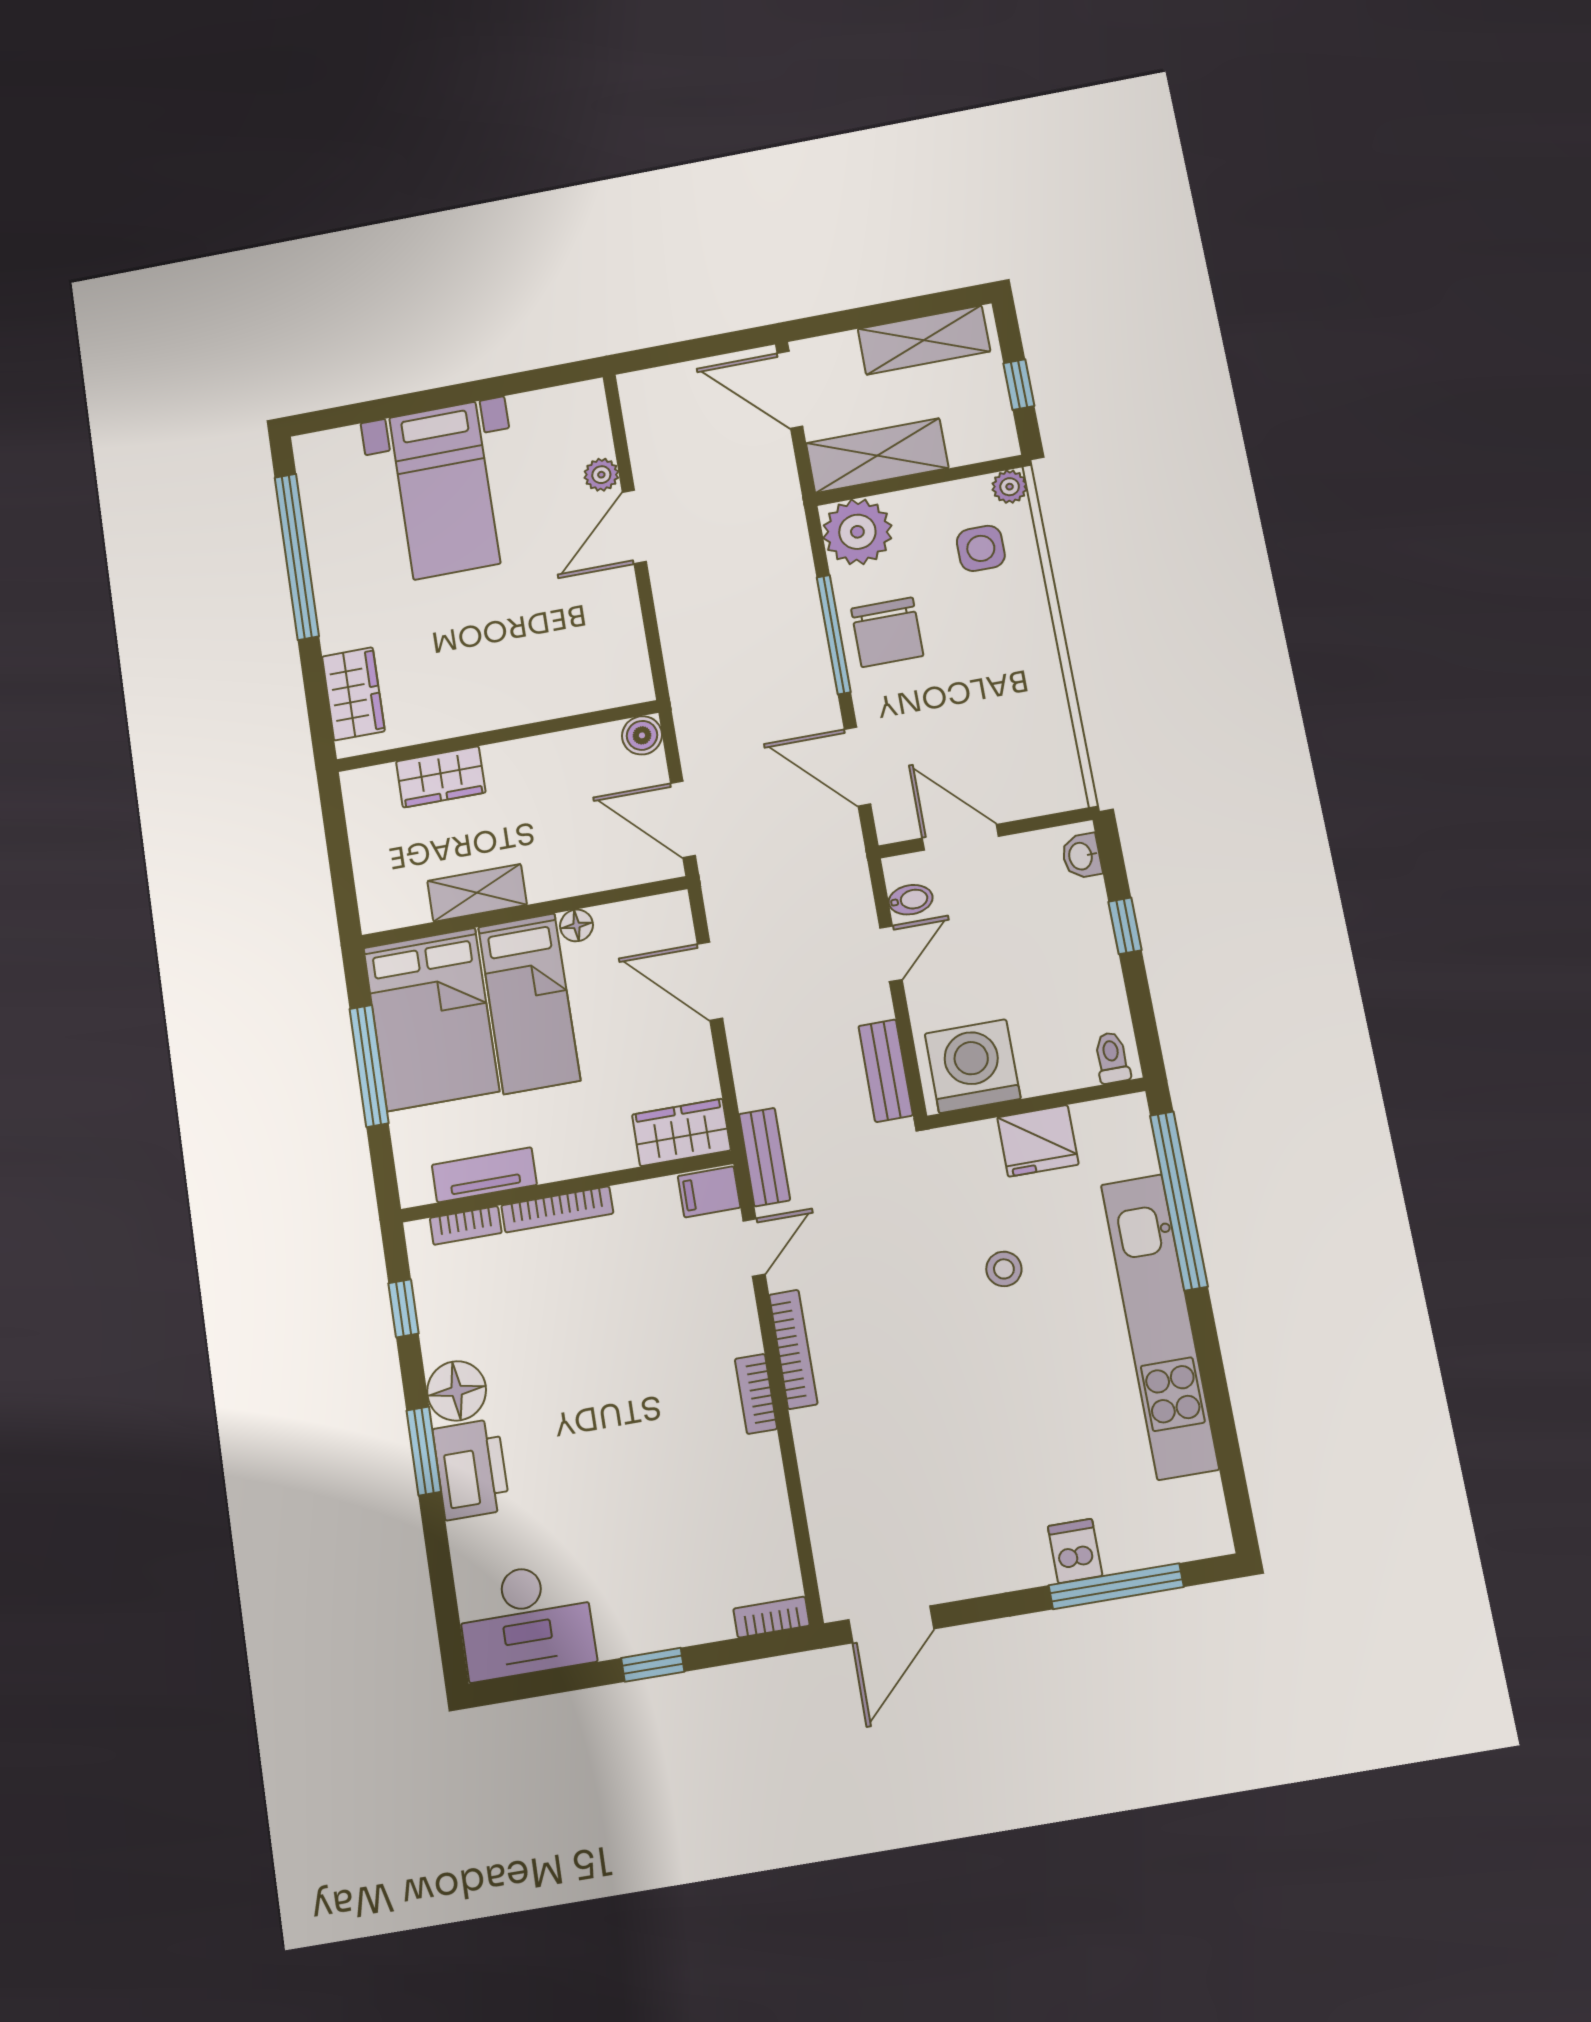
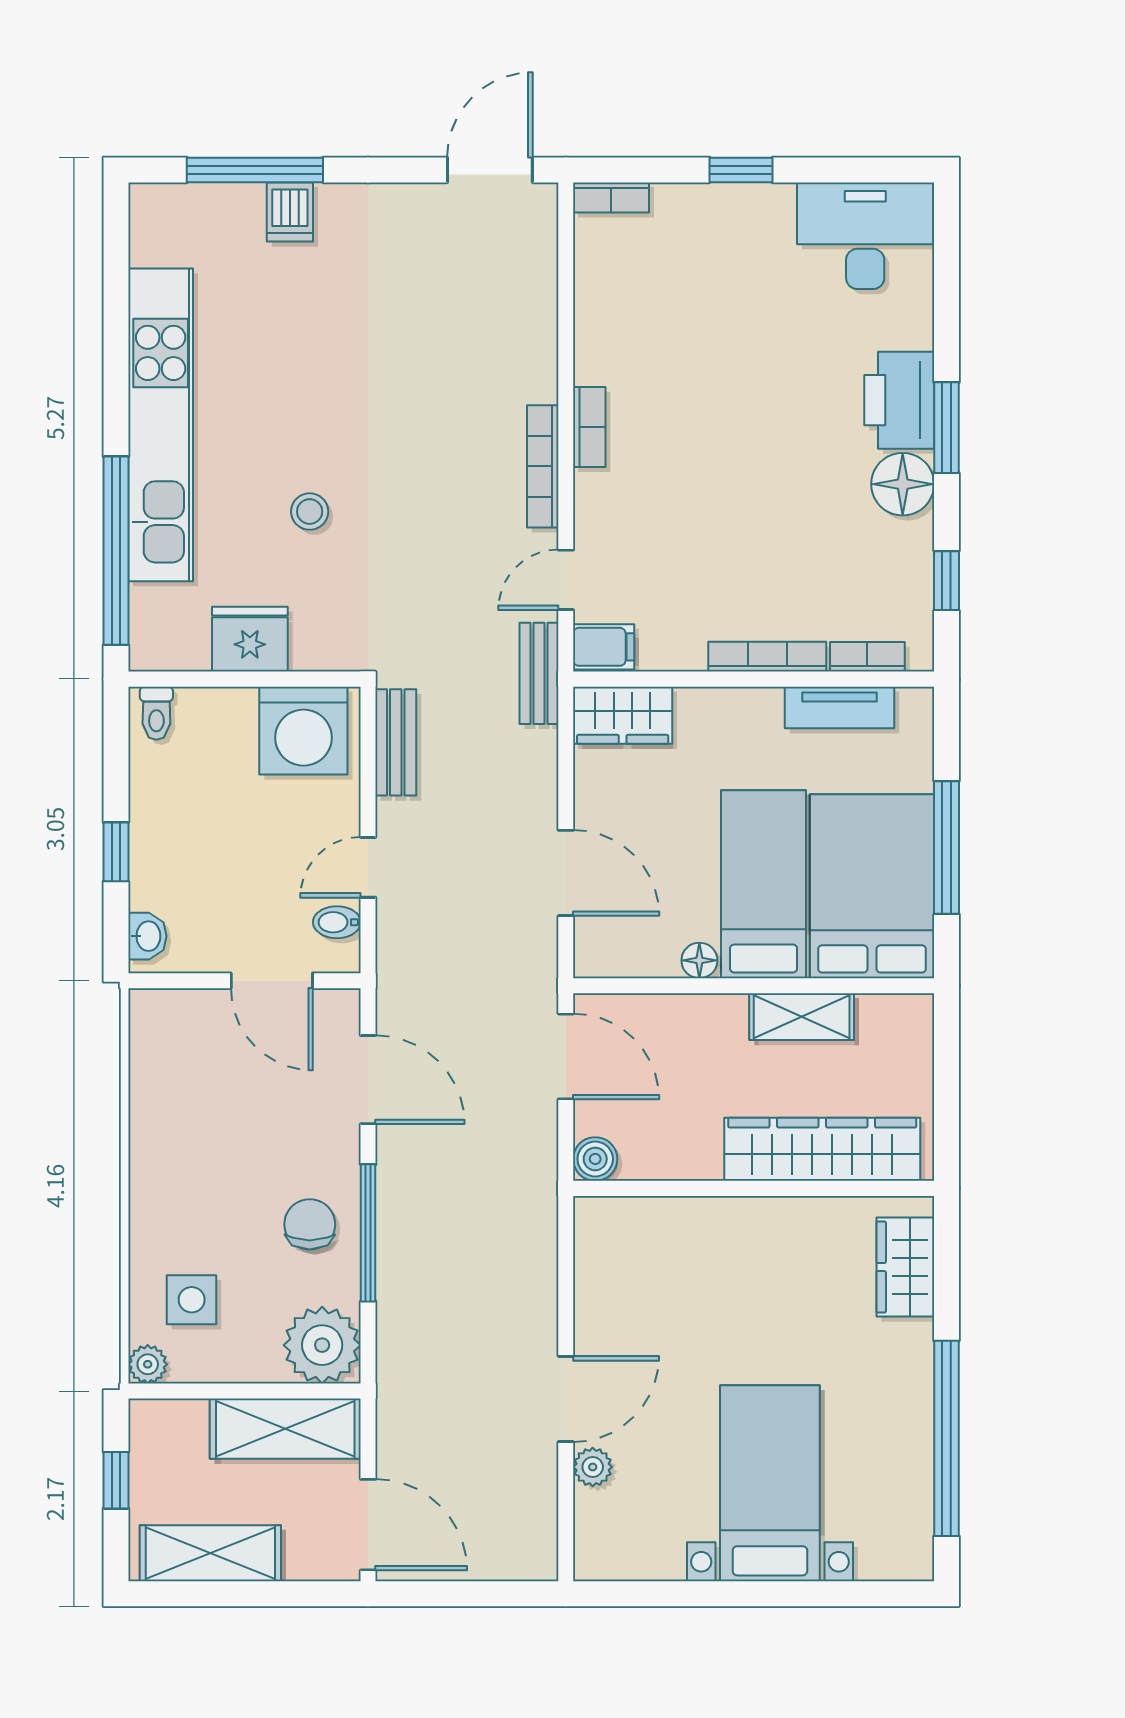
chair: (887, 632) -> (310, 1224), width x0.73, depth x0.73
wardrobe: (441, 777) -> (822, 1149), width x2.10, depth x1.17

